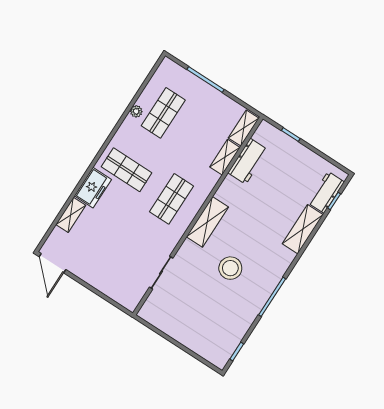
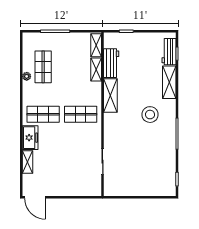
shop shelf: (171, 199) -> (81, 114), turned 90
shelving: (207, 222) -> (110, 96), moved
stool: (230, 268) -> (150, 115), moved

